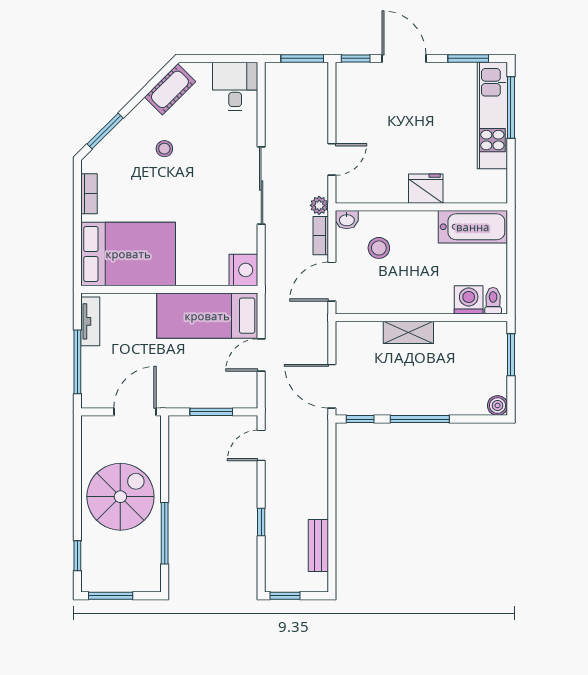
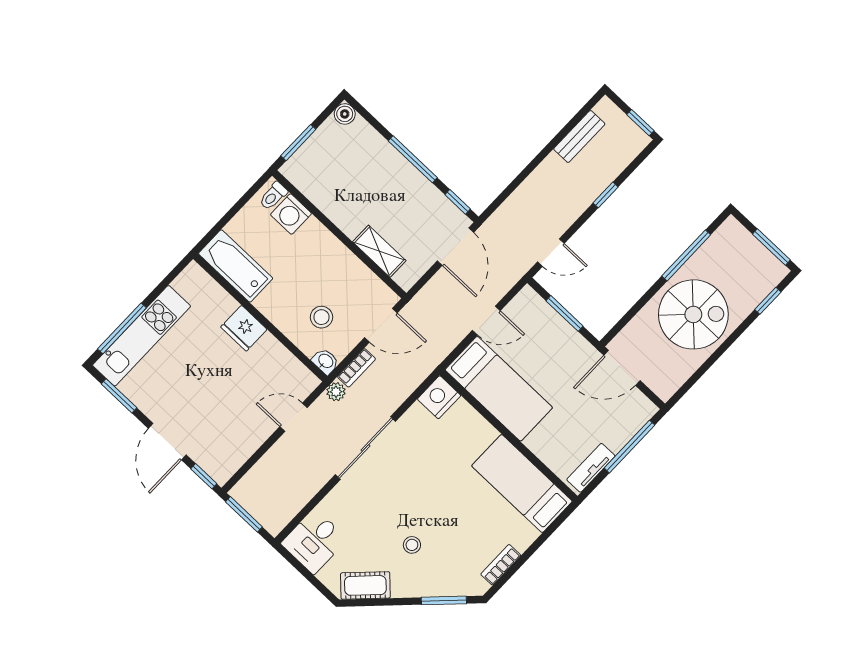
bed: (128, 254) -> (522, 484), width x0.67
shelving: (408, 332) -> (379, 251), moved
spiral stairs: (120, 497) -> (693, 314), turned 180

